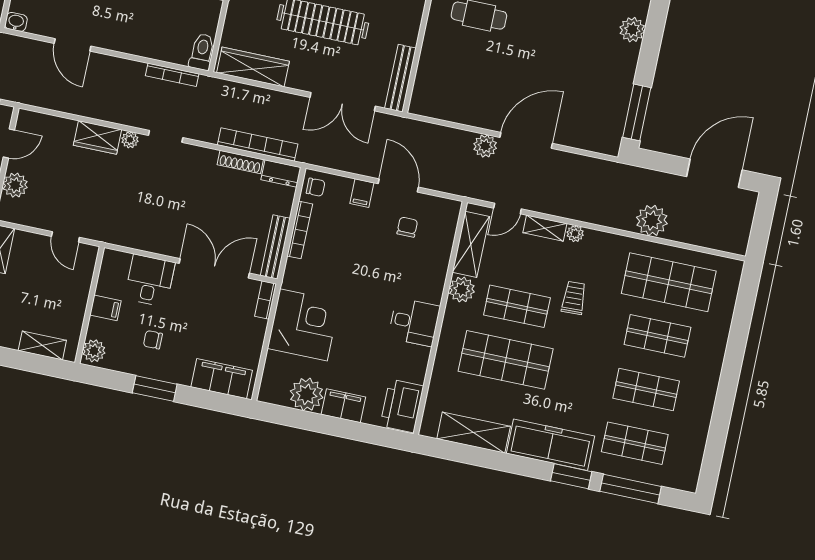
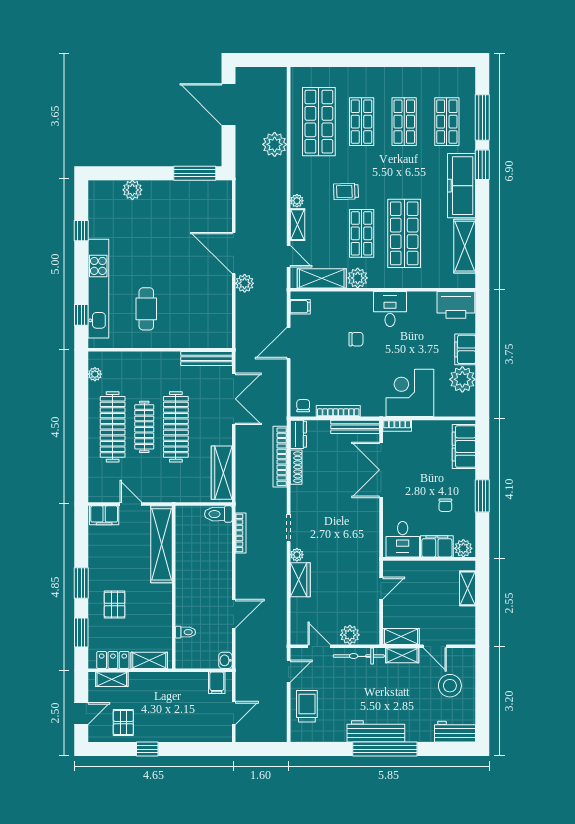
filing cabinet: (362, 193) -> (300, 307), moved
chair: (407, 227) -> (356, 339), moved, turned 180
desk: (150, 280) -> (403, 539), moved, turned -90
filing cabinet: (105, 308) -> (437, 546), width x2.00

